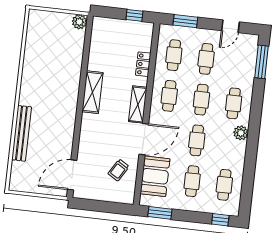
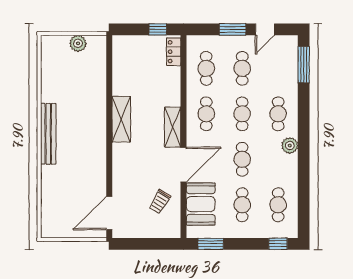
window: (185, 21) -> (233, 29), moved
plant: (79, 22) -> (78, 43), moved
locker: (143, 64) -> (174, 52), moved
bench: (21, 133) -> (48, 134), moved

